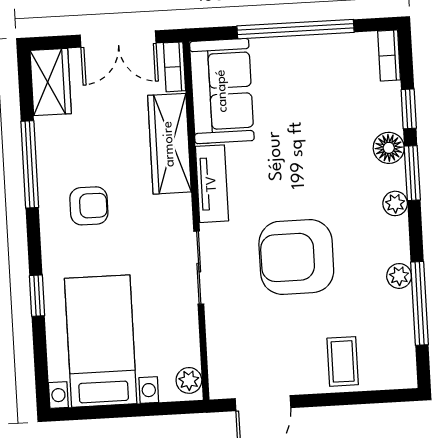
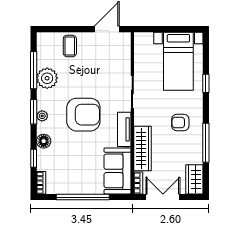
window: (412, 173) -> (34, 112), moved
armchair: (296, 257) -> (83, 115), moved
plant: (399, 276) -> (47, 78), width x1.88, depth x1.88
plant: (189, 380) -> (140, 41), removed

